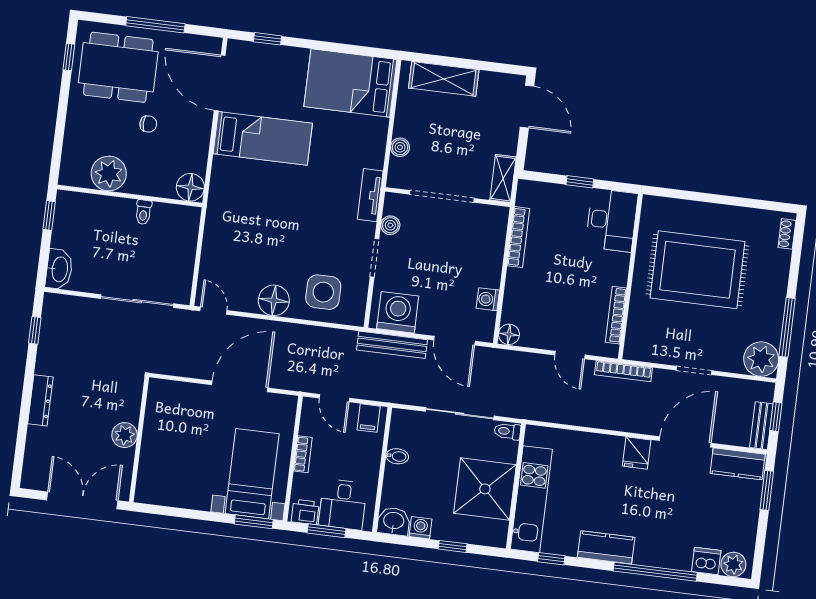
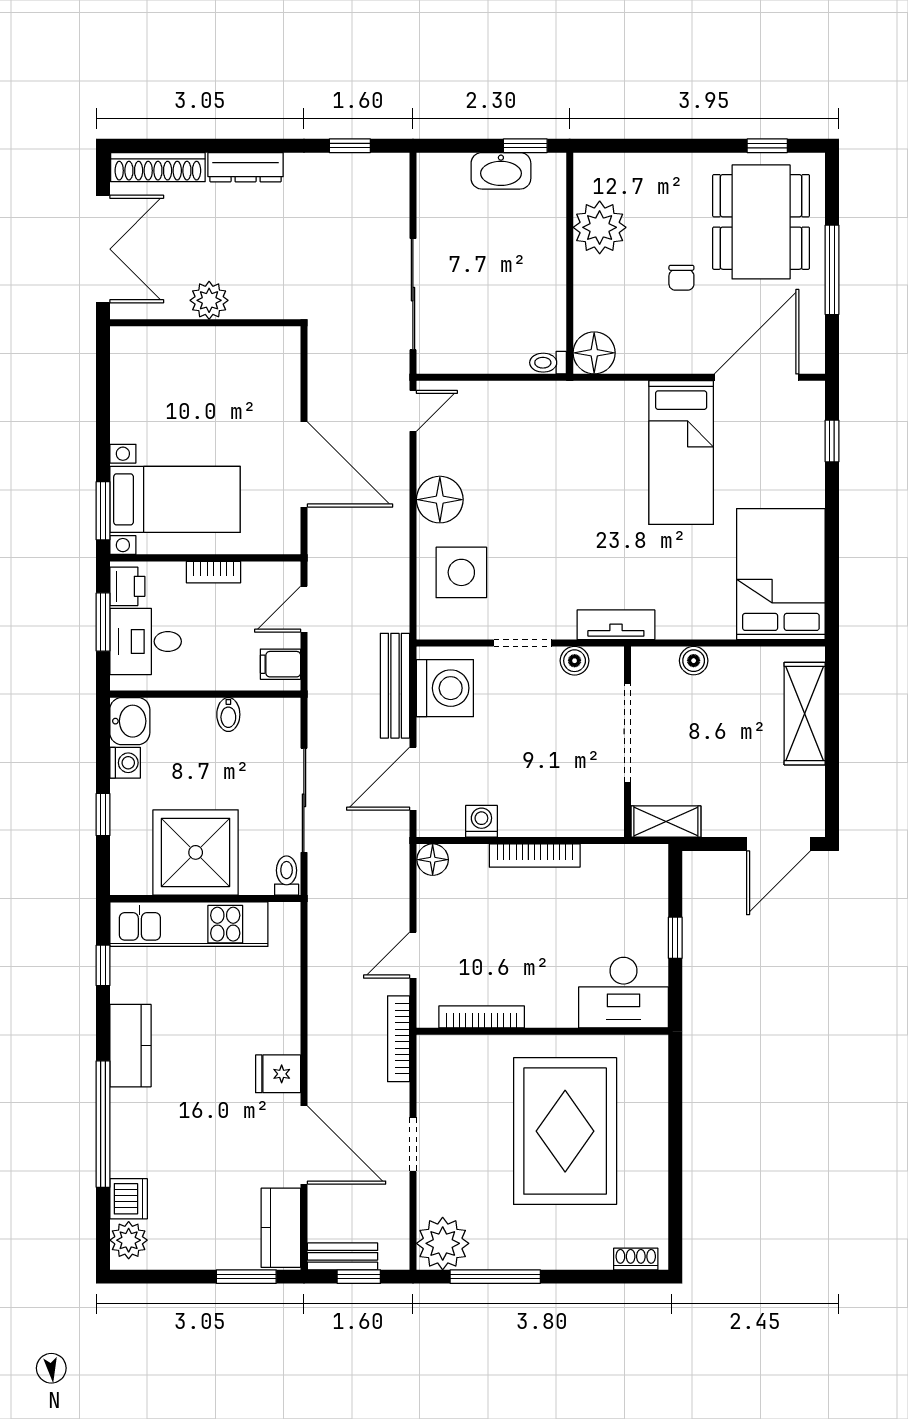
toilet: (143, 212) -> (548, 363), moved
bookcase: (518, 237) -> (535, 856), moved
washbasin: (59, 269) -> (501, 171), moved
shoe rack: (33, 458) -> (158, 167), added

